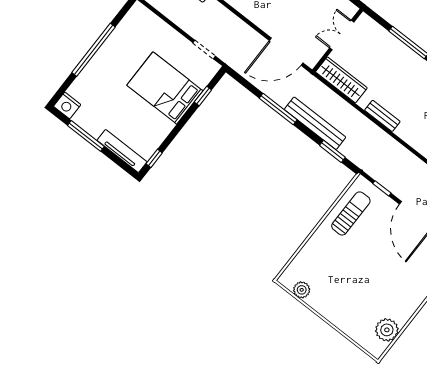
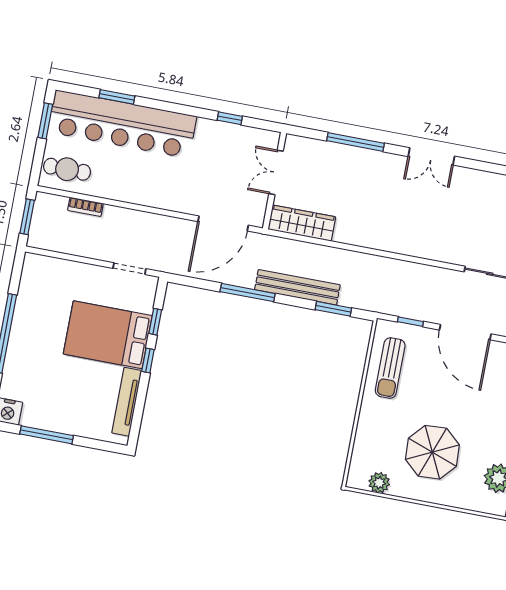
bench: (382, 116) -> (369, 240), removed
tv unit: (122, 151) -> (127, 402), moved, turned -90
window: (154, 158) -> (148, 361), moved
sun lounger: (351, 213) -> (390, 368), turned 180
parasol: (350, 288) -> (432, 452), added

